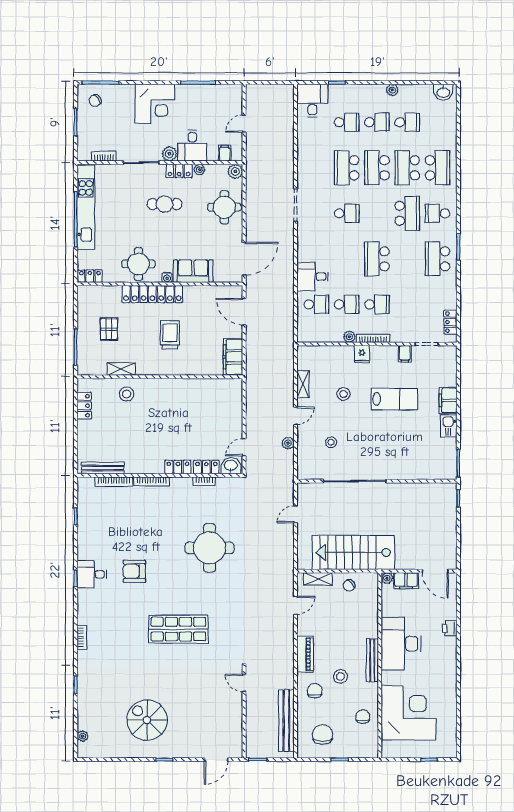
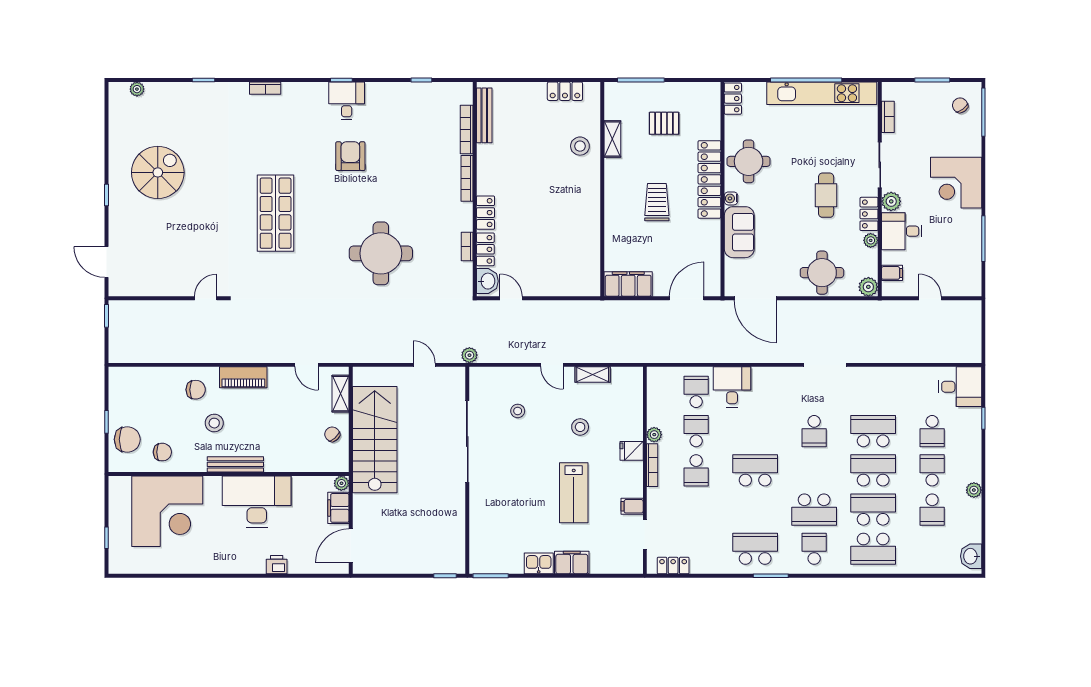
school desk: (377, 122) -> (932, 470), turned 180
school desk: (316, 304) -> (696, 392), turned 180
school desk: (347, 304) -> (696, 431), turned 180
trolley: (170, 335) -> (657, 202), turned -90
plant: (288, 443) -> (469, 355), moved
bench: (286, 721) -> (157, 353), removed
chair: (323, 735) -> (127, 439), moved

